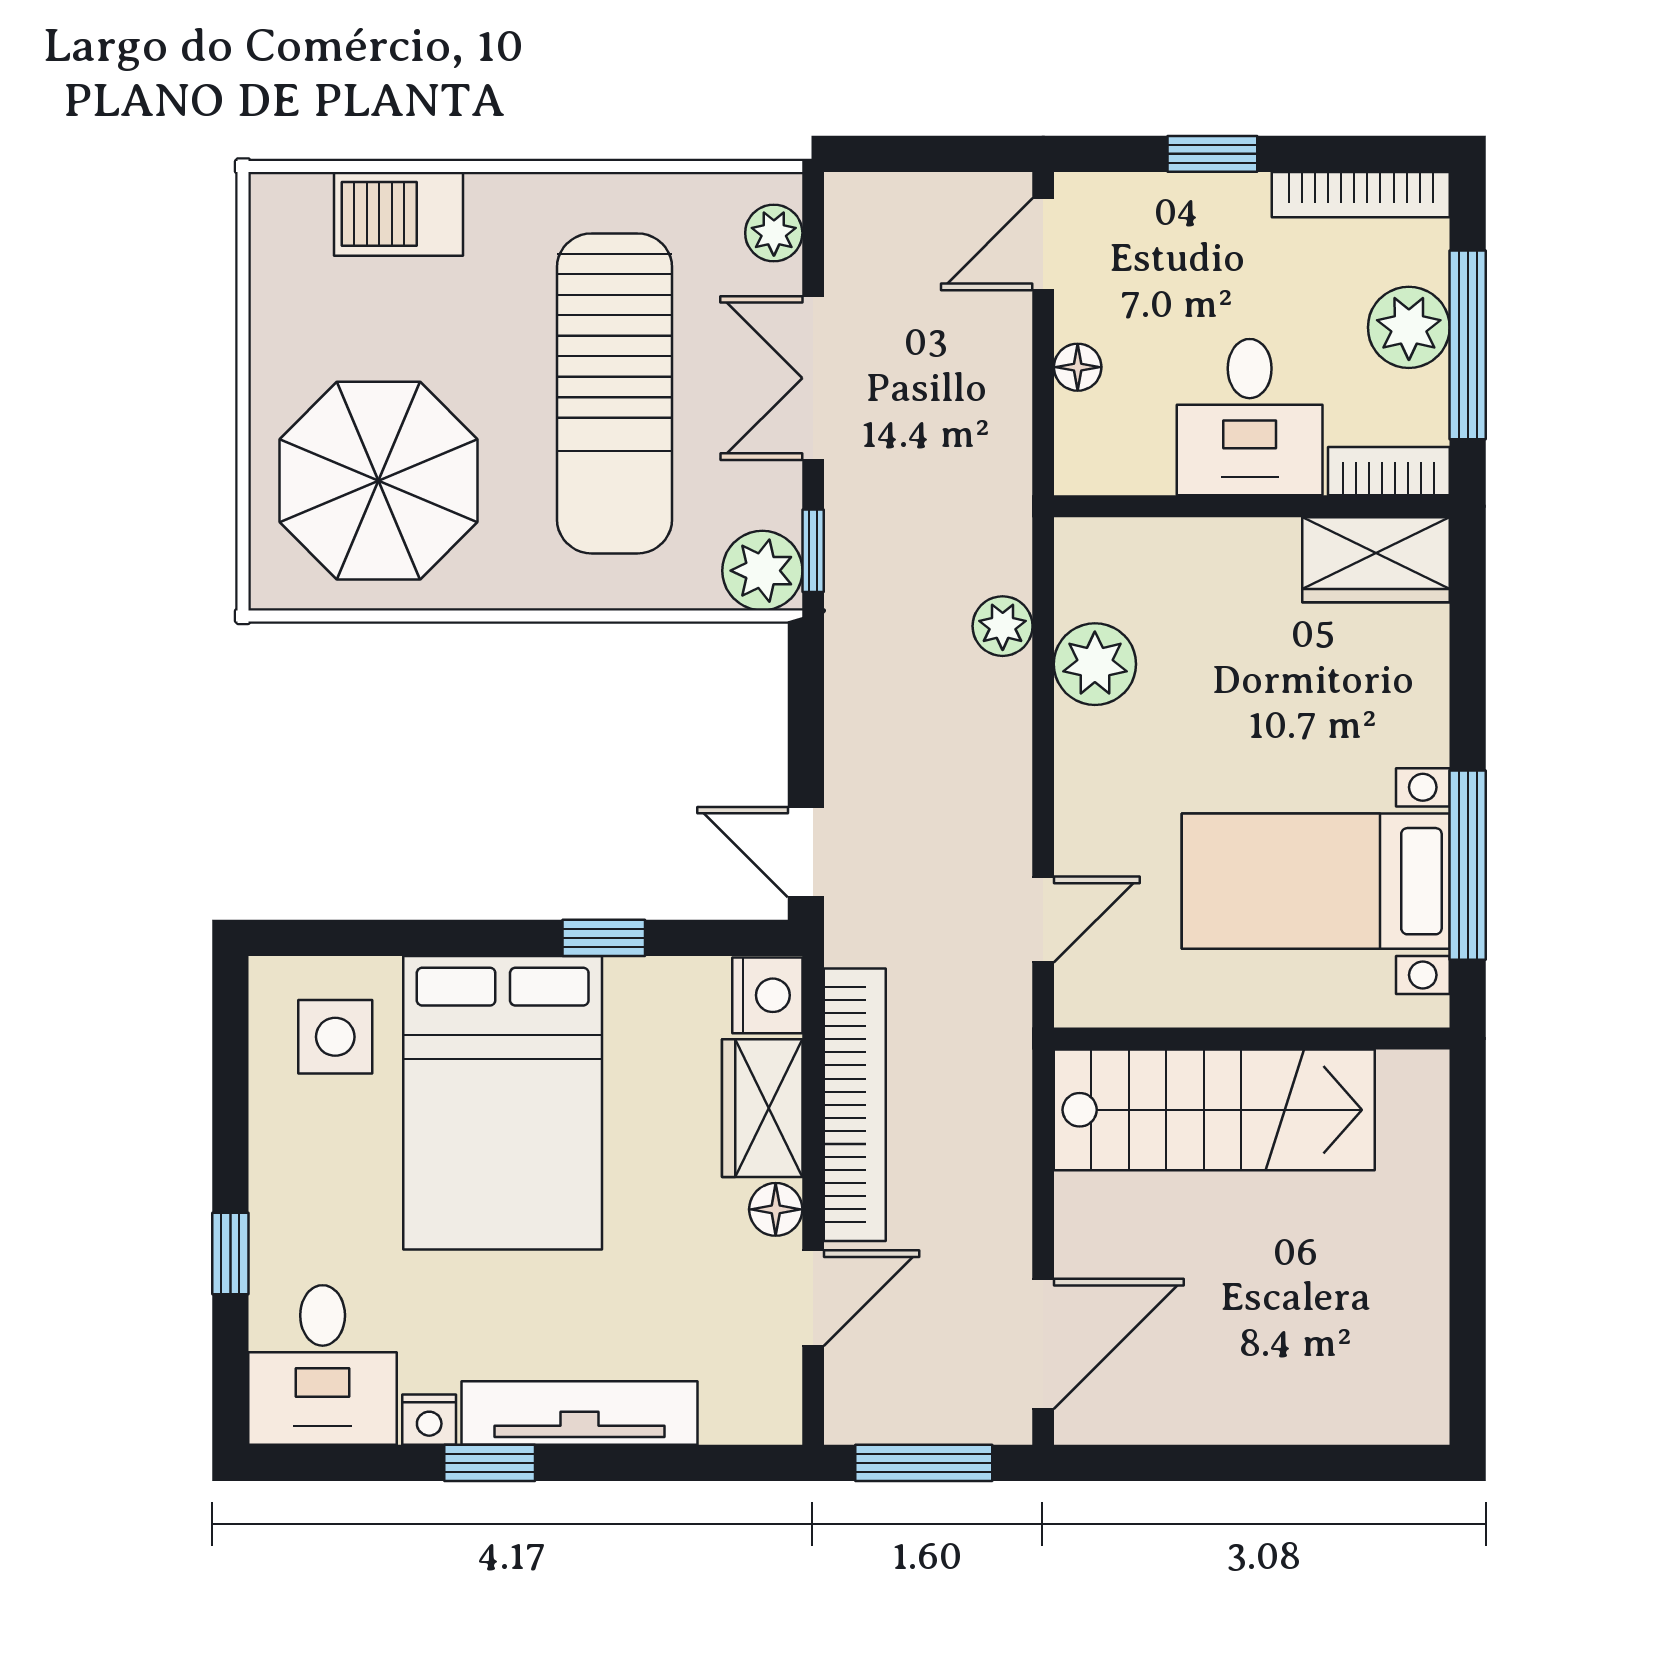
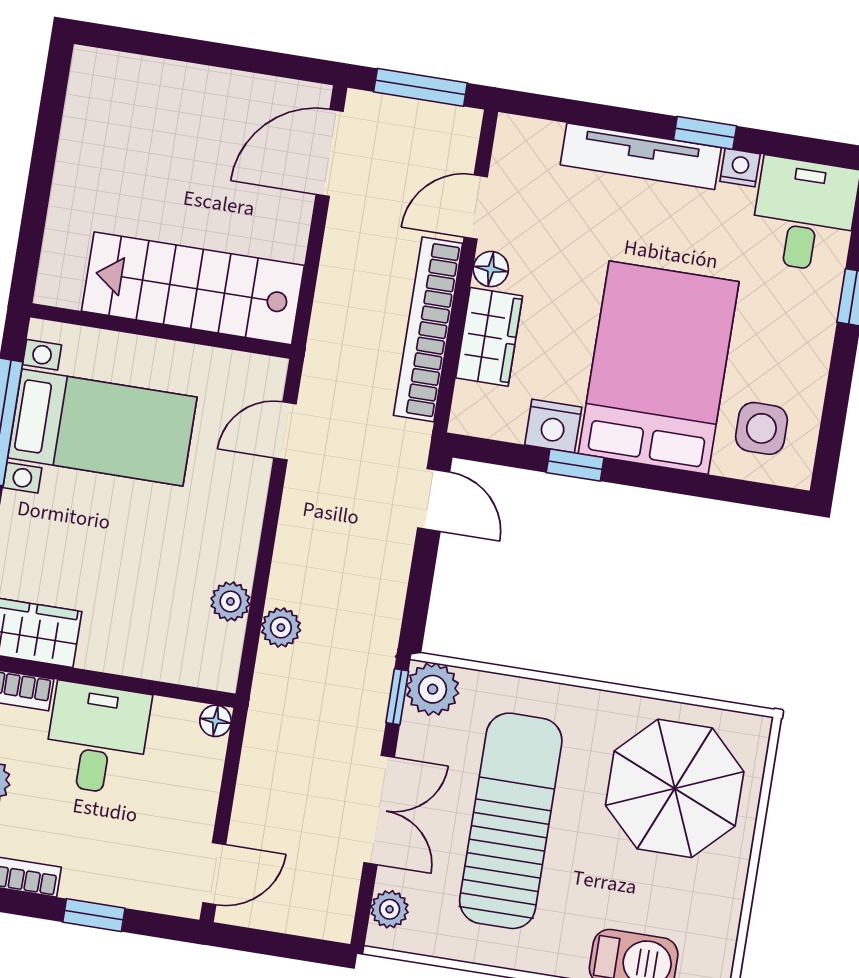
floor lamp: (1078, 367) -> (215, 721), moved
plant: (1095, 664) -> (230, 601), width x0.73, depth x0.73
nightstand: (767, 995) -> (553, 426), moved, turned -90

